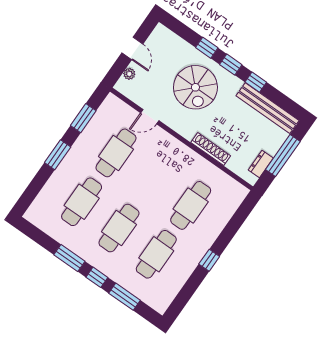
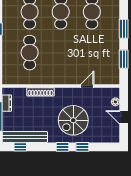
window: (256, 82) -> (20, 147), moved
spiral stairs: (195, 87) -> (73, 120), turned -90
cafe table: (116, 153) -> (92, 53), removed

